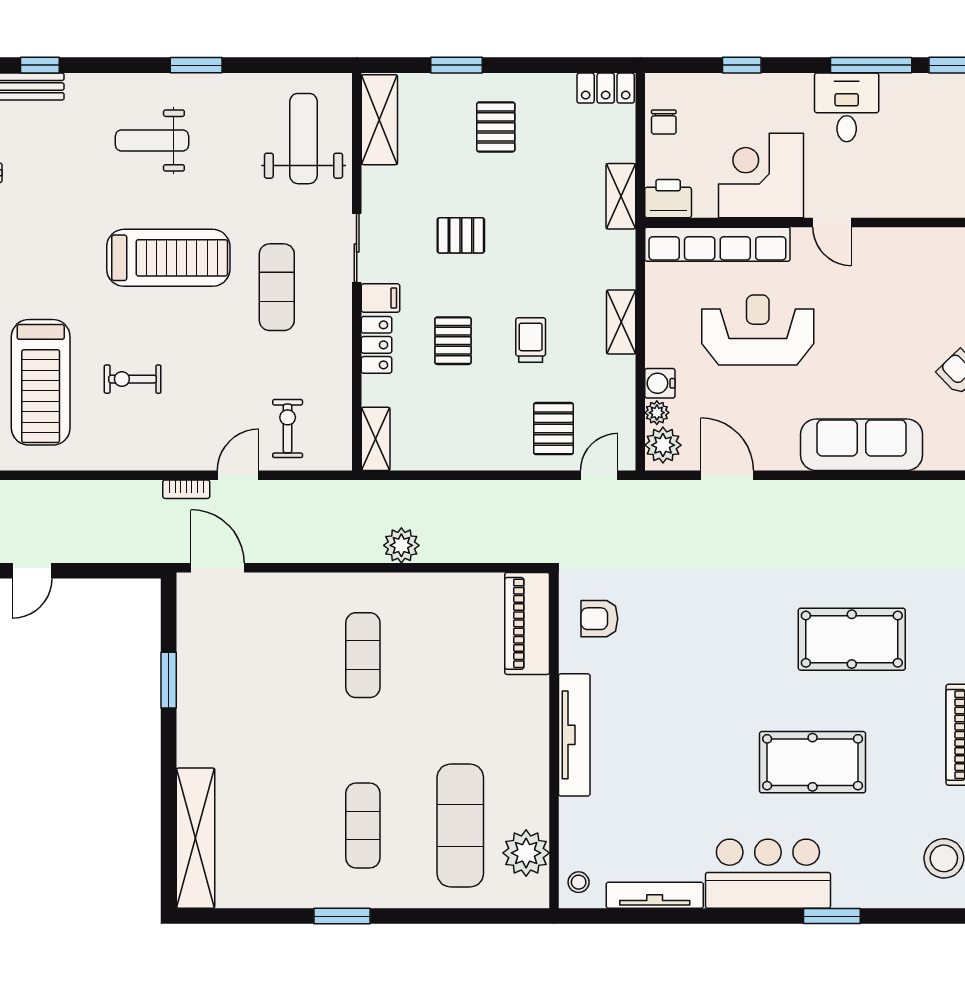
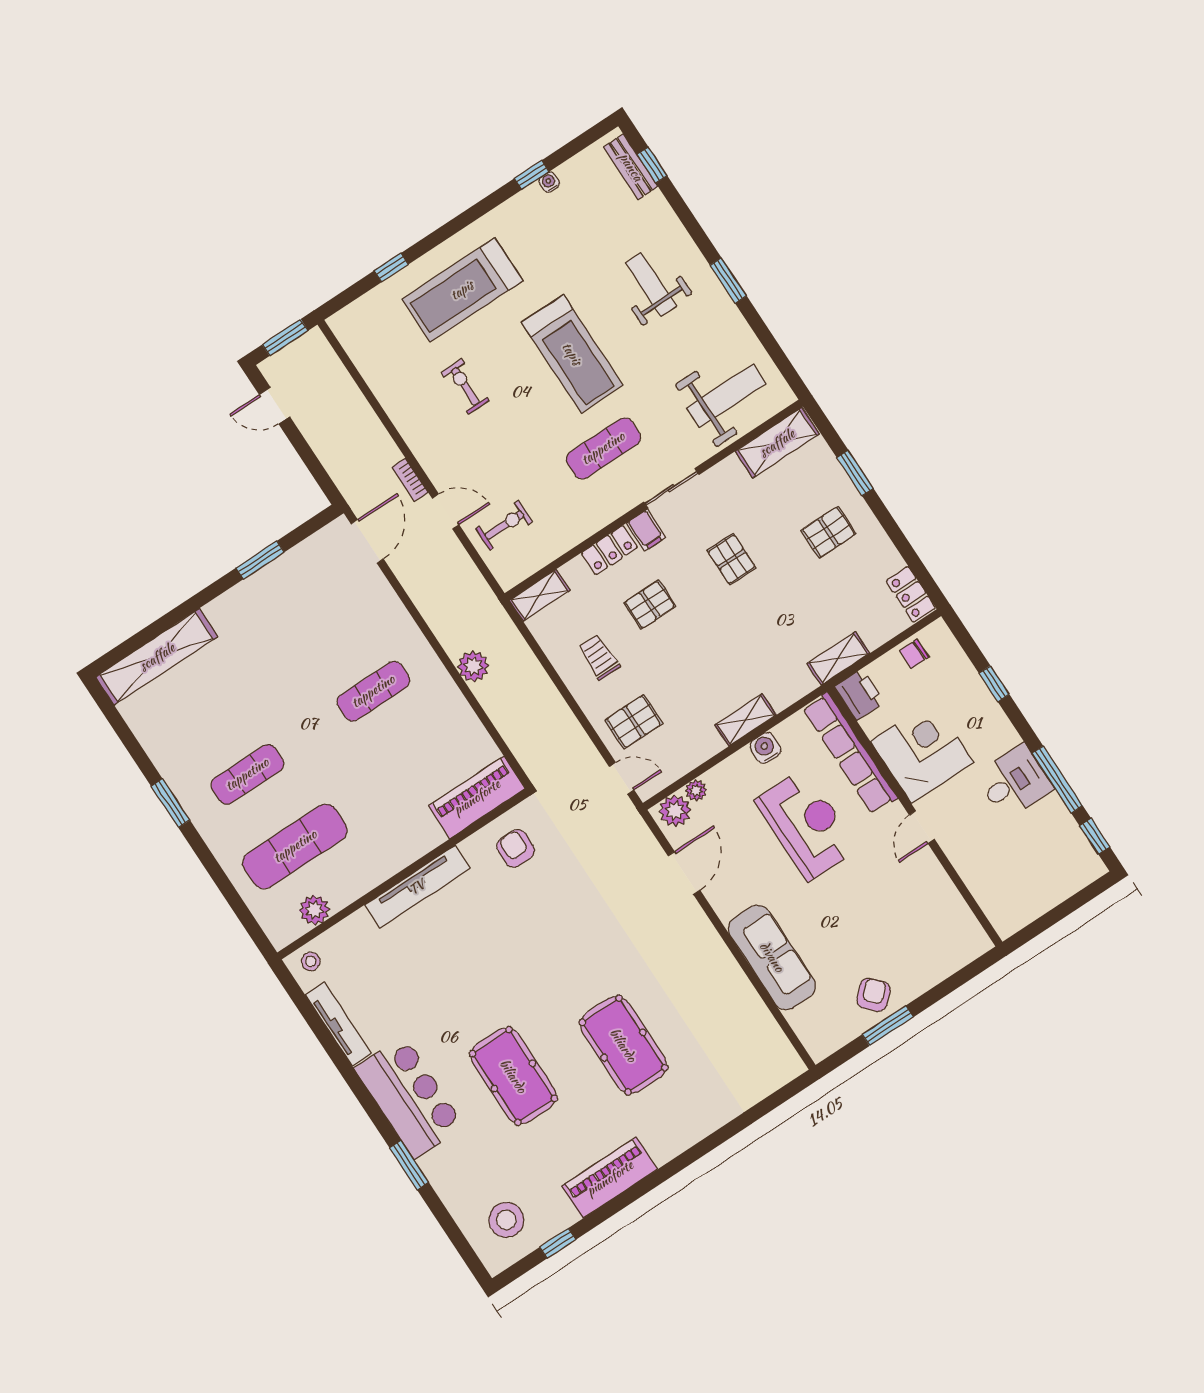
trolley: (531, 340) -> (599, 657), moved, turned -90
treadmill: (41, 382) -> (462, 290), moved
water cooler: (660, 383) -> (765, 748), moved
plant: (526, 853) -> (314, 910), width x0.73, depth x0.73

